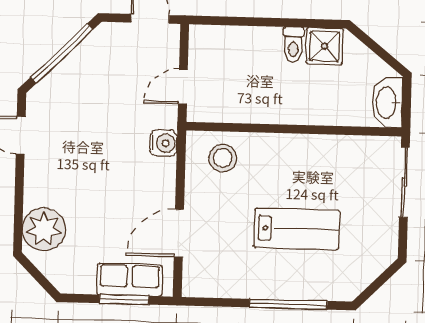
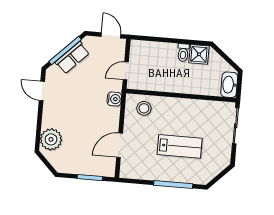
row of seats: (130, 280) -> (72, 58), moved, turned 135

